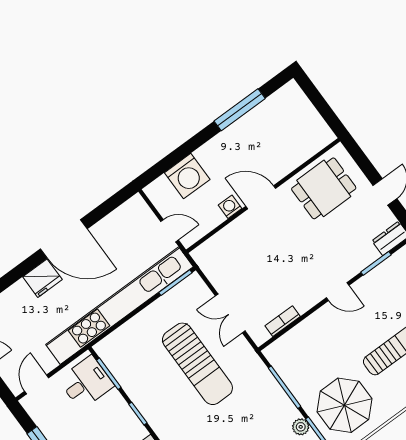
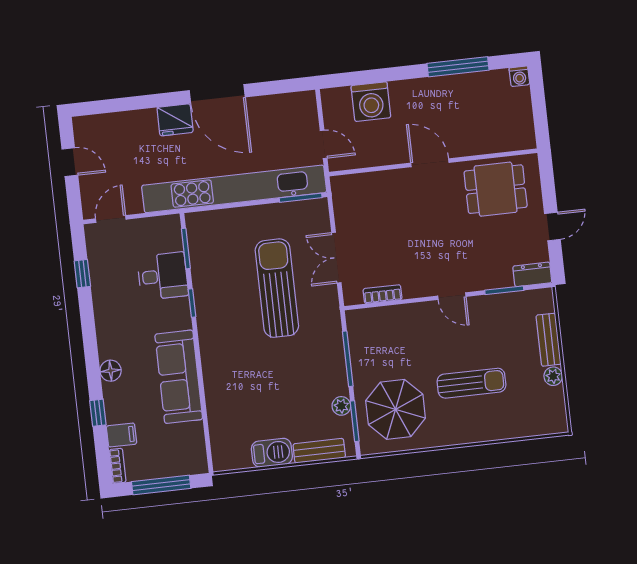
washing machine: (230, 207) -> (519, 76), moved, turned 180
sun lounger: (197, 364) -> (277, 288), turned 180
desk: (86, 383) -> (163, 276), moved

